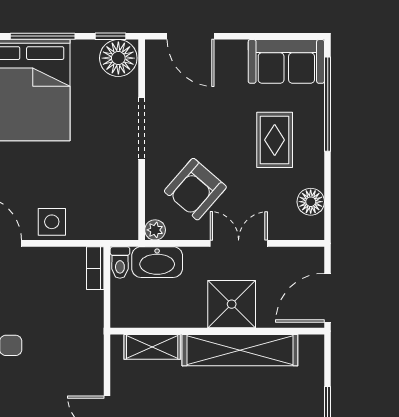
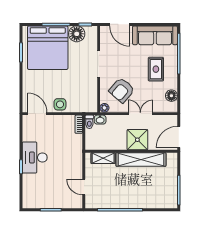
floor lamp: (118, 58) -> (77, 34), moved
sofa: (286, 61) -> (155, 35), width x1.36
washbasin: (157, 262) -> (100, 120), width x0.52, depth x0.69

